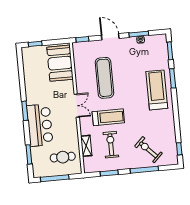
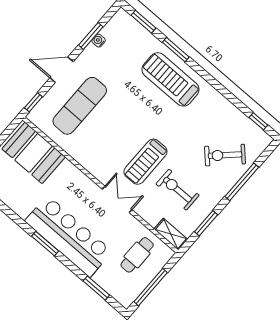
exercise mat: (104, 78) -> (80, 106), moved, turned 90
double door: (77, 106) -> (117, 199), moved
treadmill: (108, 117) -> (145, 162), turned 180
bar counter: (40, 125) -> (68, 236), width x1.36
shelving: (86, 146) -> (171, 234), moved

